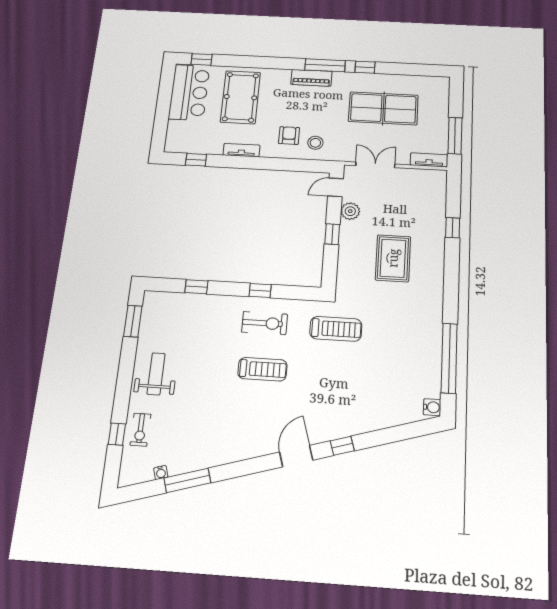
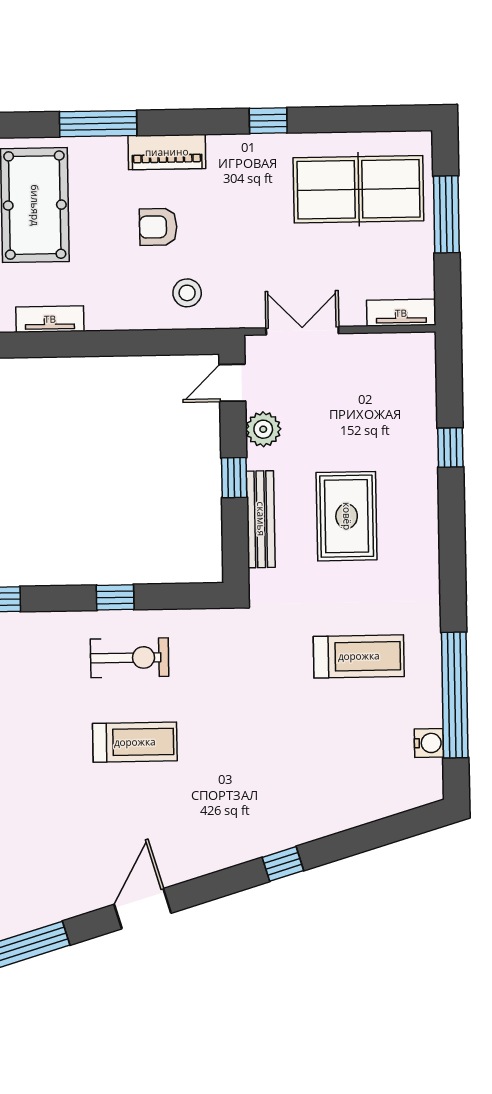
window: (325, 65) -> (98, 124), moved
table tennis table: (383, 108) -> (358, 189), moved
armchair: (289, 136) -> (158, 227), moved, turned -90
window: (455, 136) -> (446, 214), moved
bench: (345, 256) -> (261, 519), added
treadmill: (336, 329) -> (359, 656), moved
water cooler: (432, 407) -> (429, 743), moved
door: (296, 456) -> (143, 909), moved

